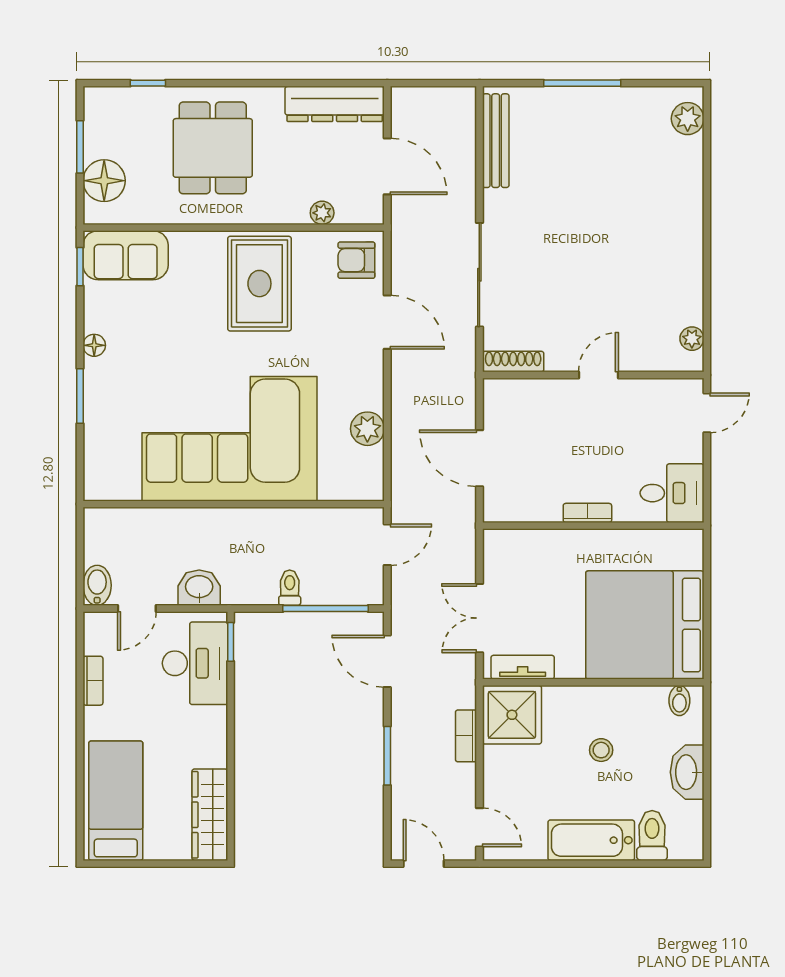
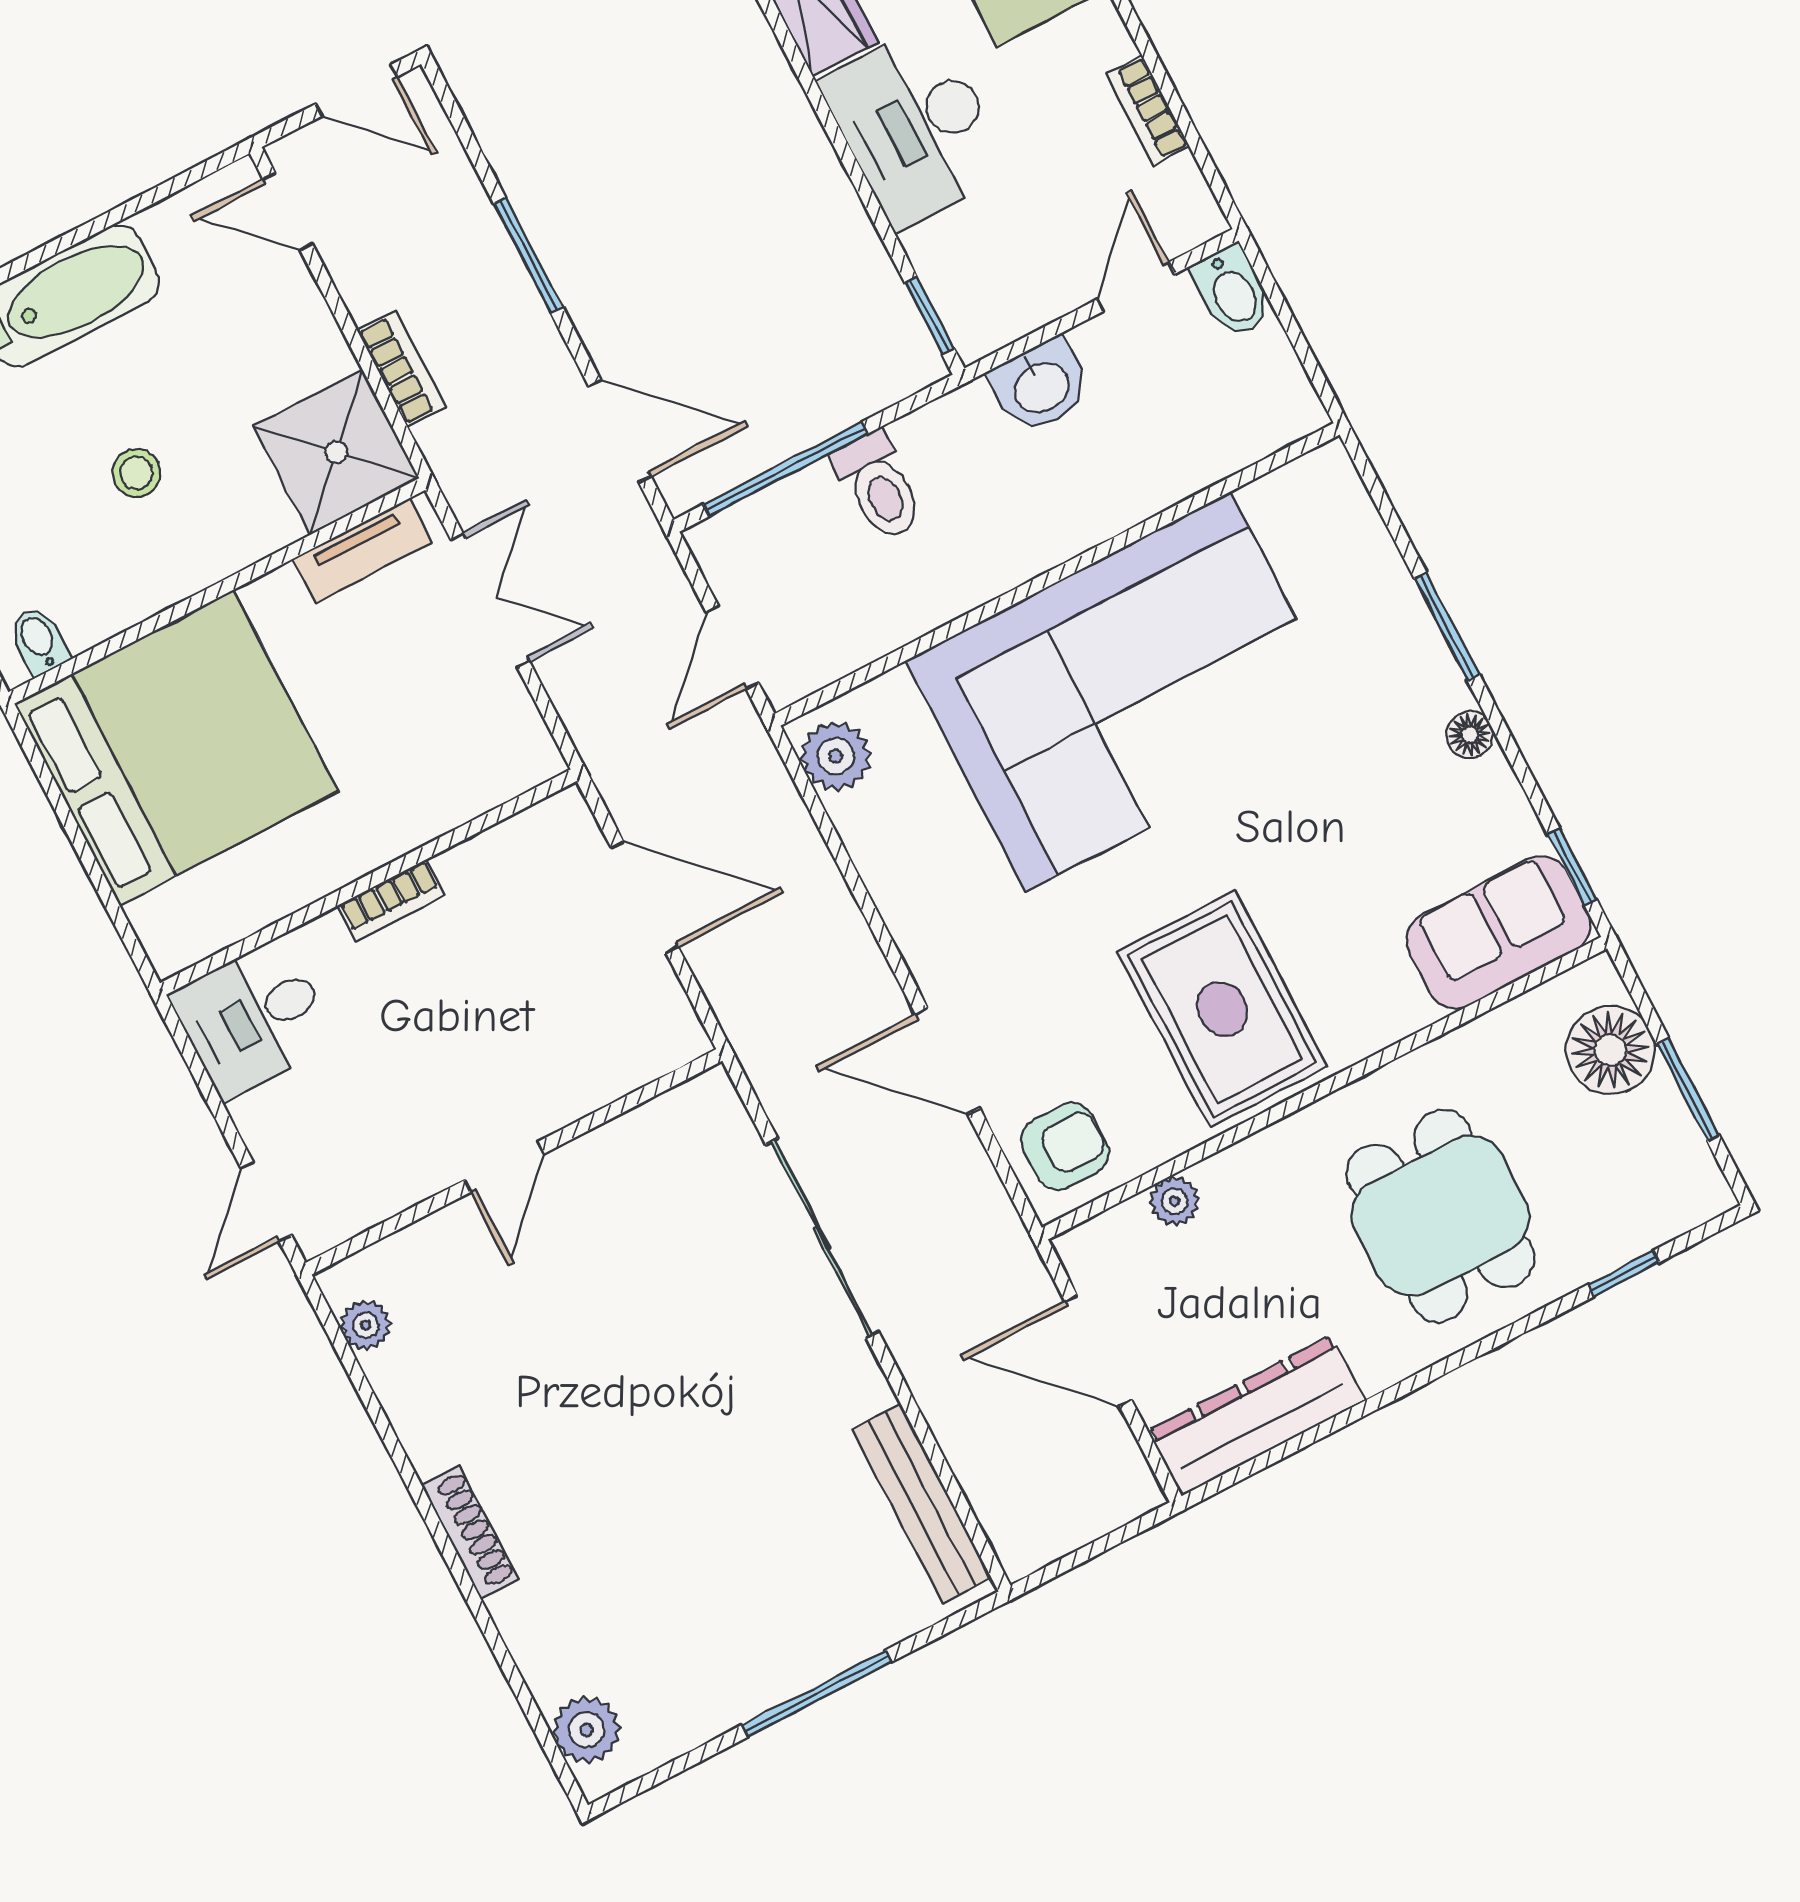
shoe rack: (513, 362) -> (470, 1532), moved, turned -90
plant: (367, 429) -> (836, 756), moved
toilet: (290, 588) -> (879, 486), width x1.37, depth x1.39
desk: (195, 663) -> (915, 126), moved

